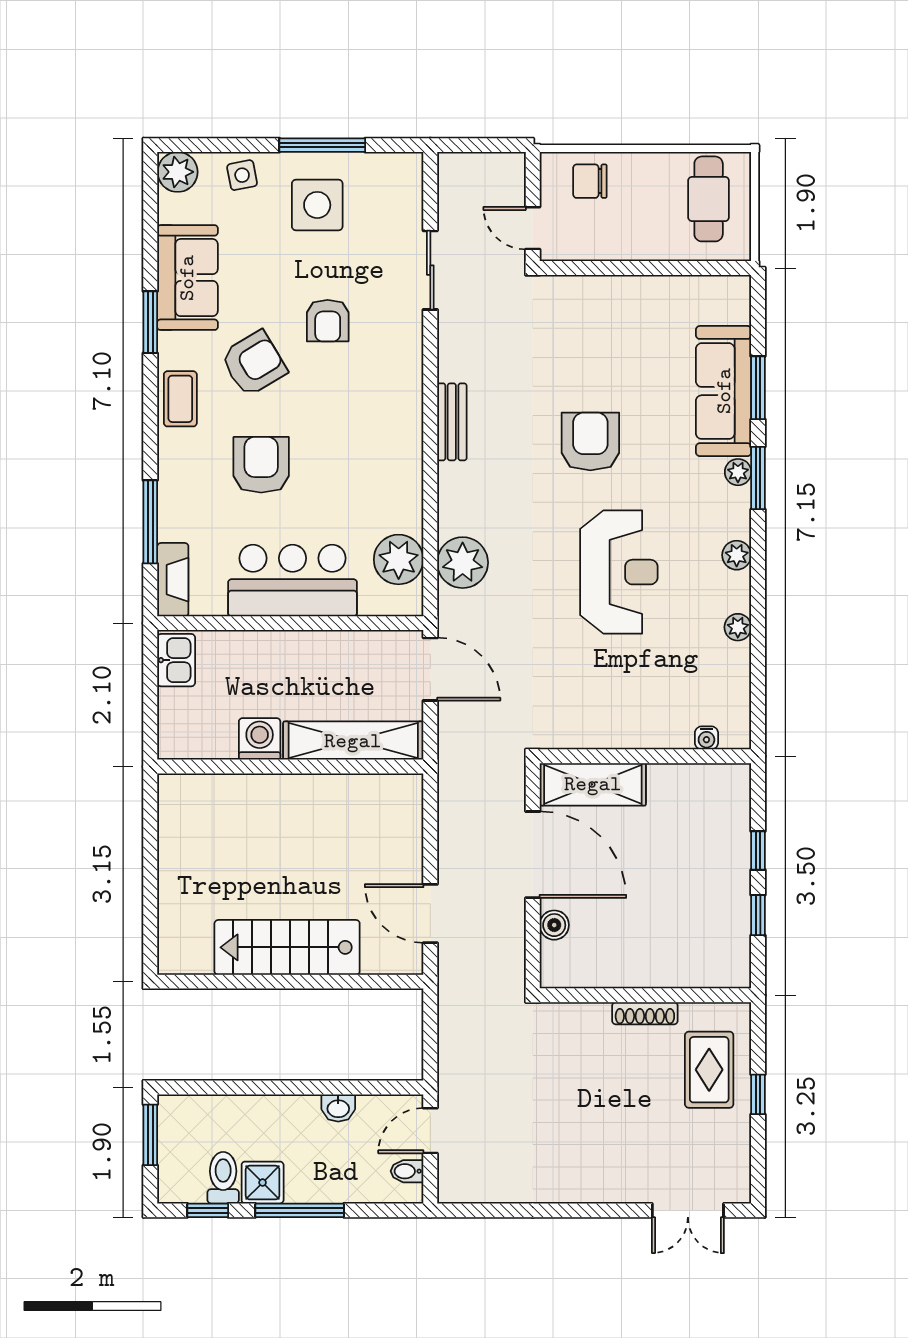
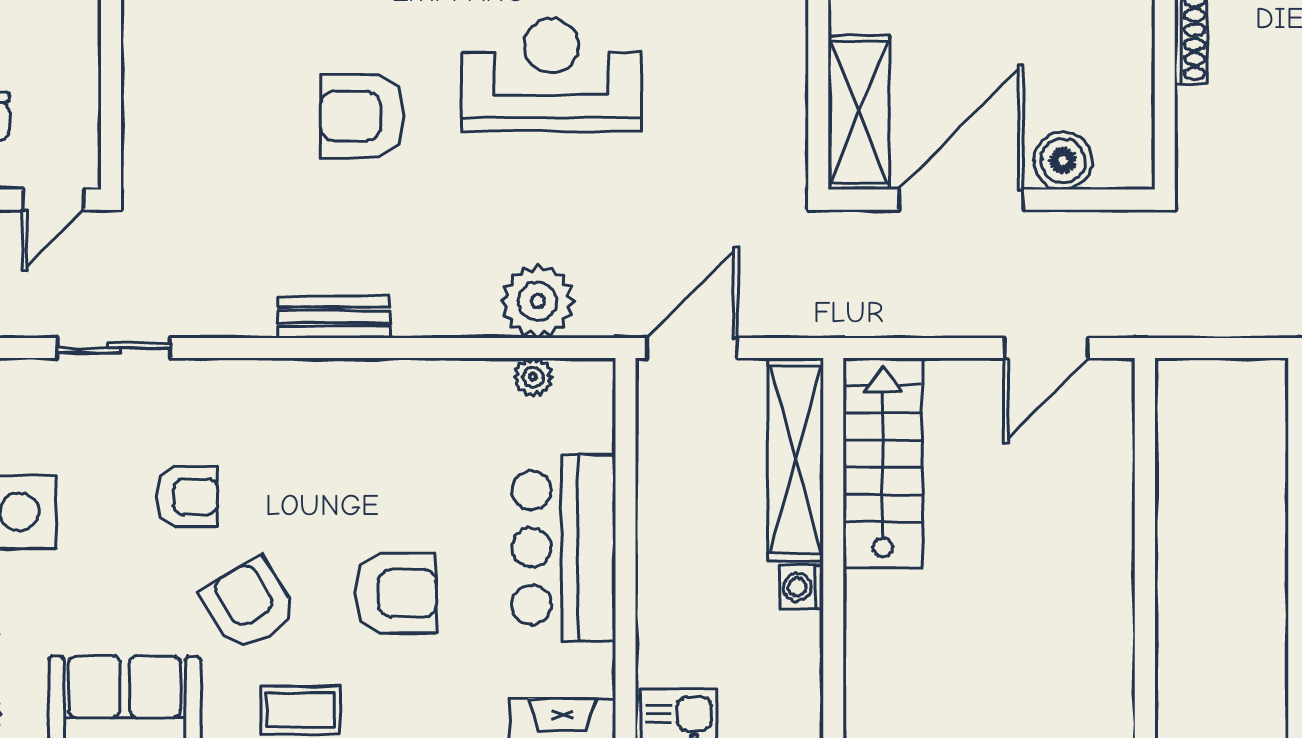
armchair: (261, 465) -> (396, 593), turned 180
plant: (399, 559) -> (533, 377), width x0.53, depth x0.53
washing machine: (260, 739) -> (801, 587), width x0.73, depth x0.73
boiler: (554, 925) -> (1063, 161), width x1.36, depth x1.36
stairs: (287, 947) -> (883, 463), moved, turned 180

